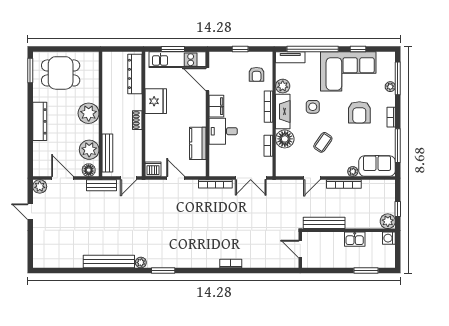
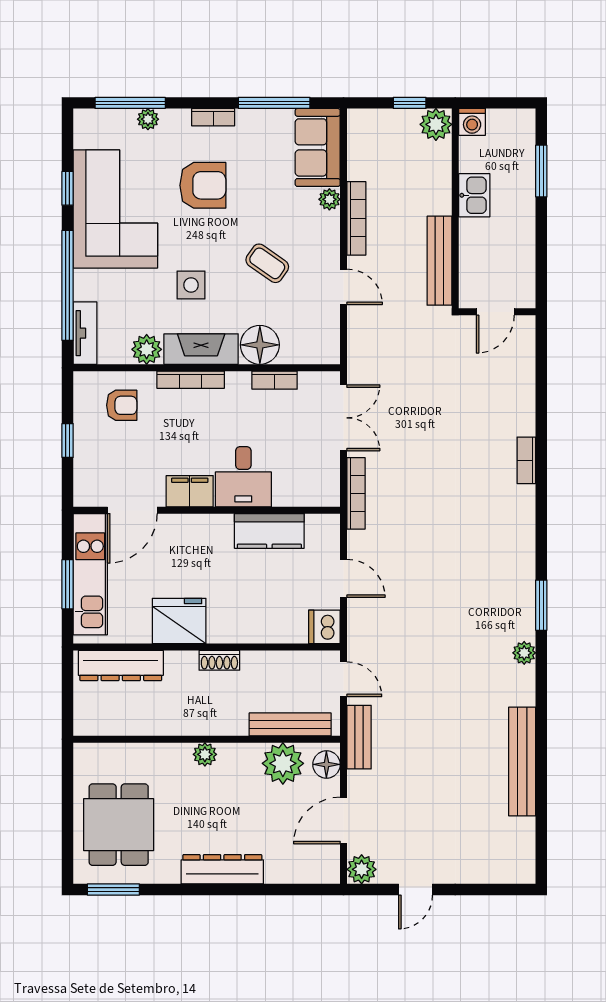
plant: (89, 113) -> (205, 754), width x0.53, depth x0.53
door: (176, 178) -> (344, 578), swing flipped
bench: (109, 262) -> (522, 762), moved

